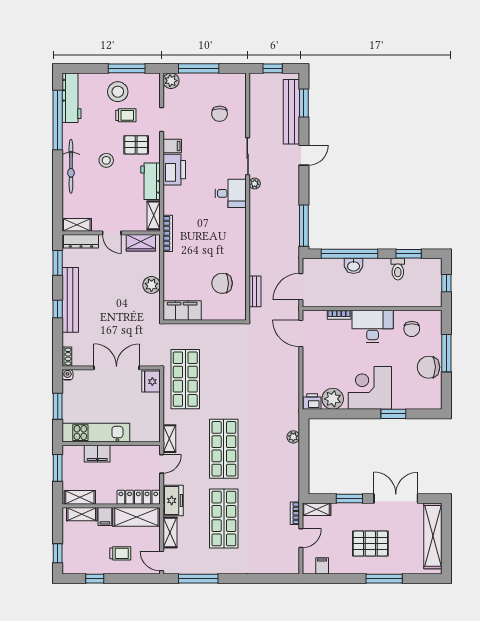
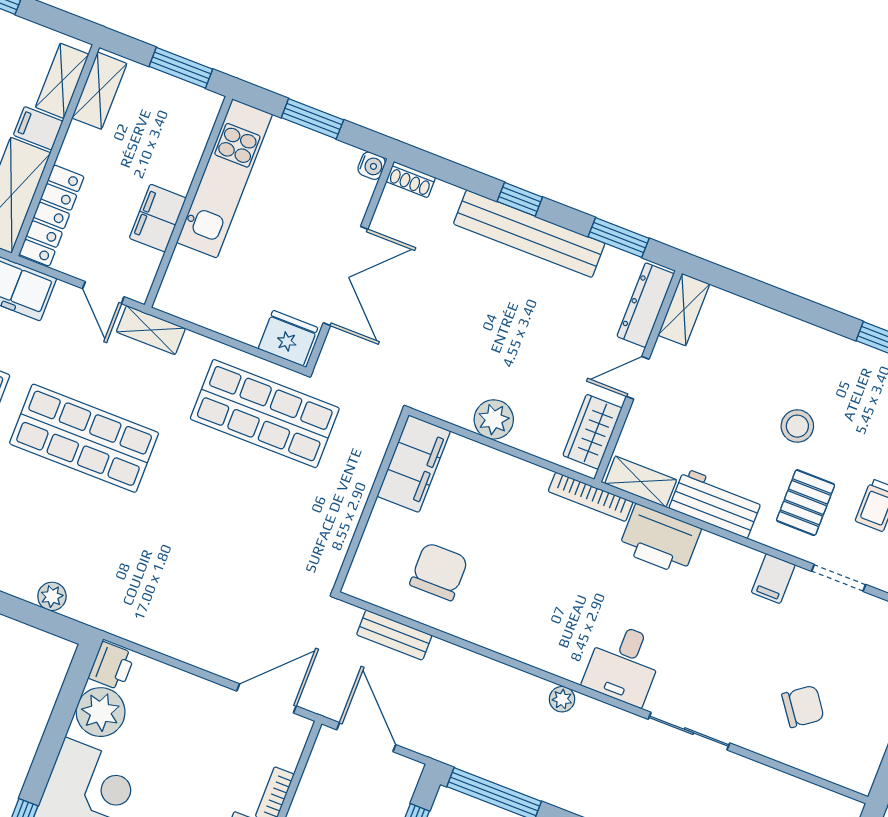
chair: (220, 114) -> (803, 706), turned 144
bicycle: (71, 166) -> (814, 346), removed
printer: (174, 170) -> (660, 540), moved
plant: (255, 184) -> (562, 699), moved
filing cabinet: (97, 454) -> (158, 218), moved

